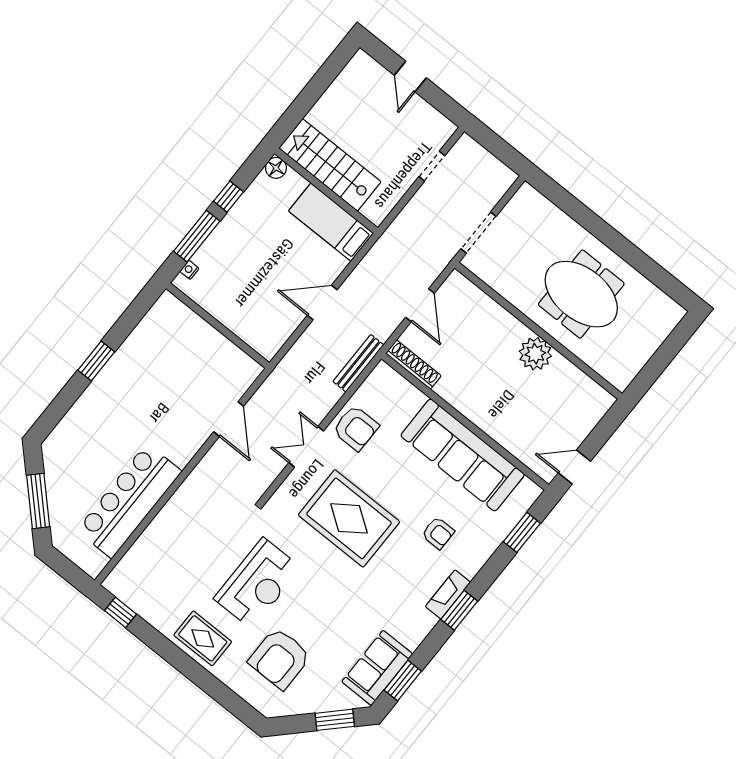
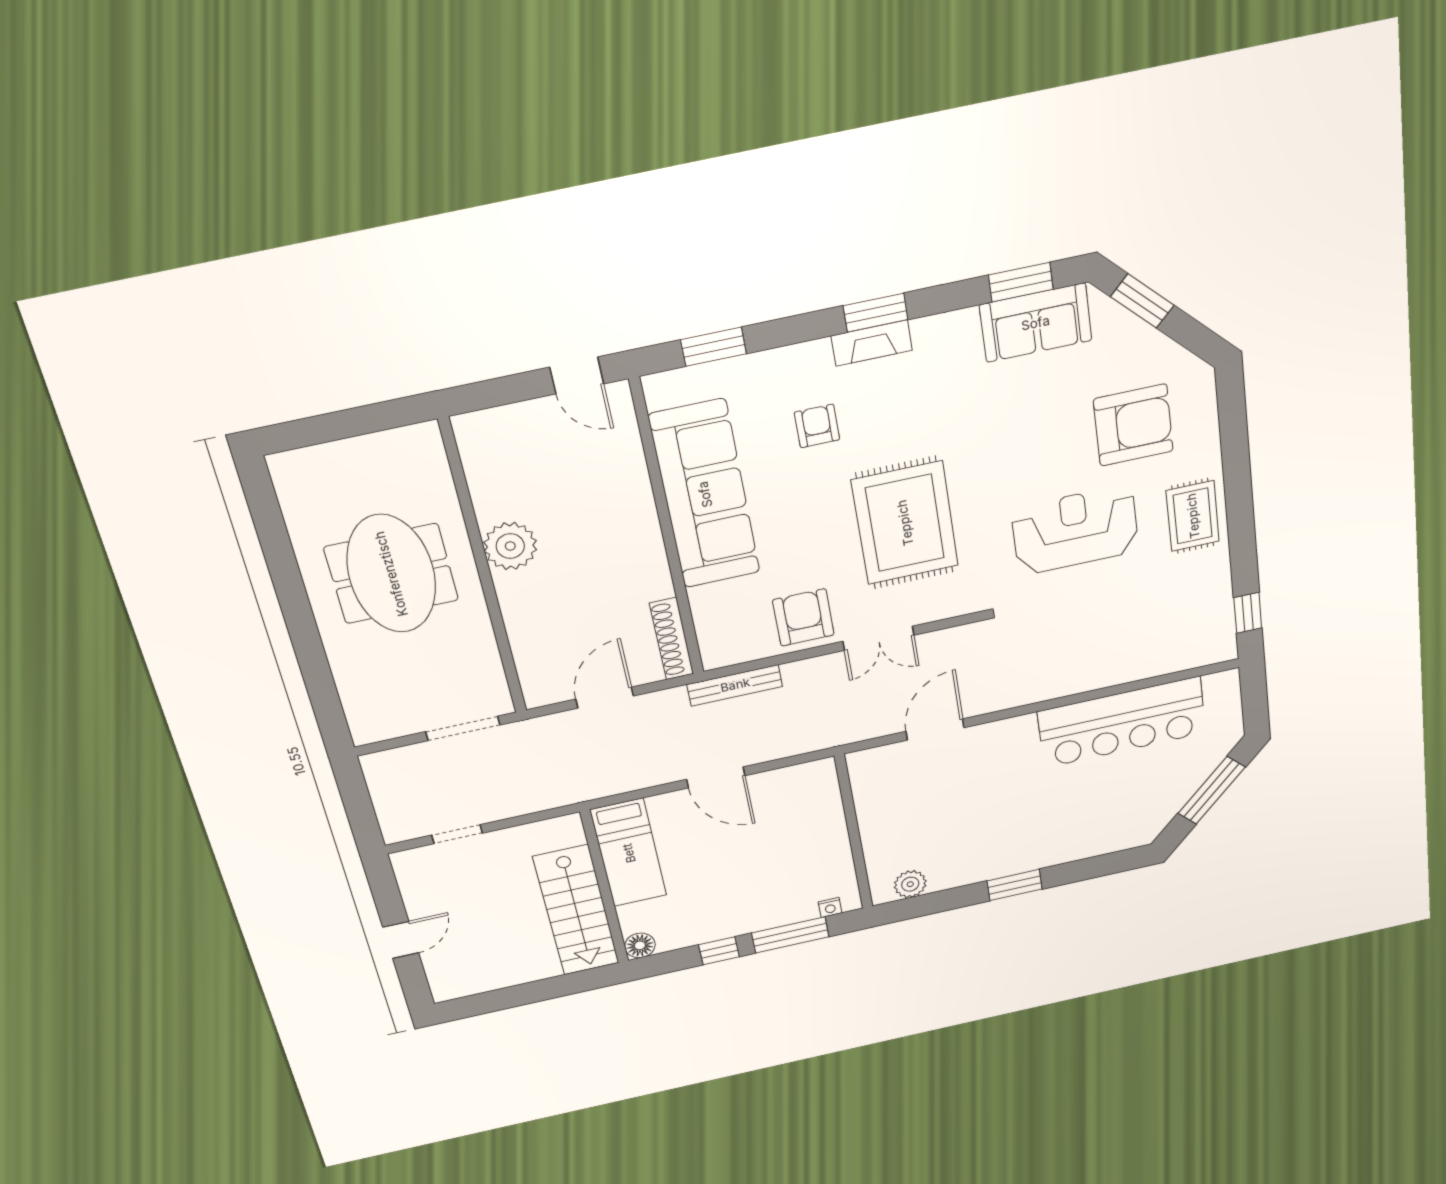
plant: (157, 318) -> (910, 884), added

